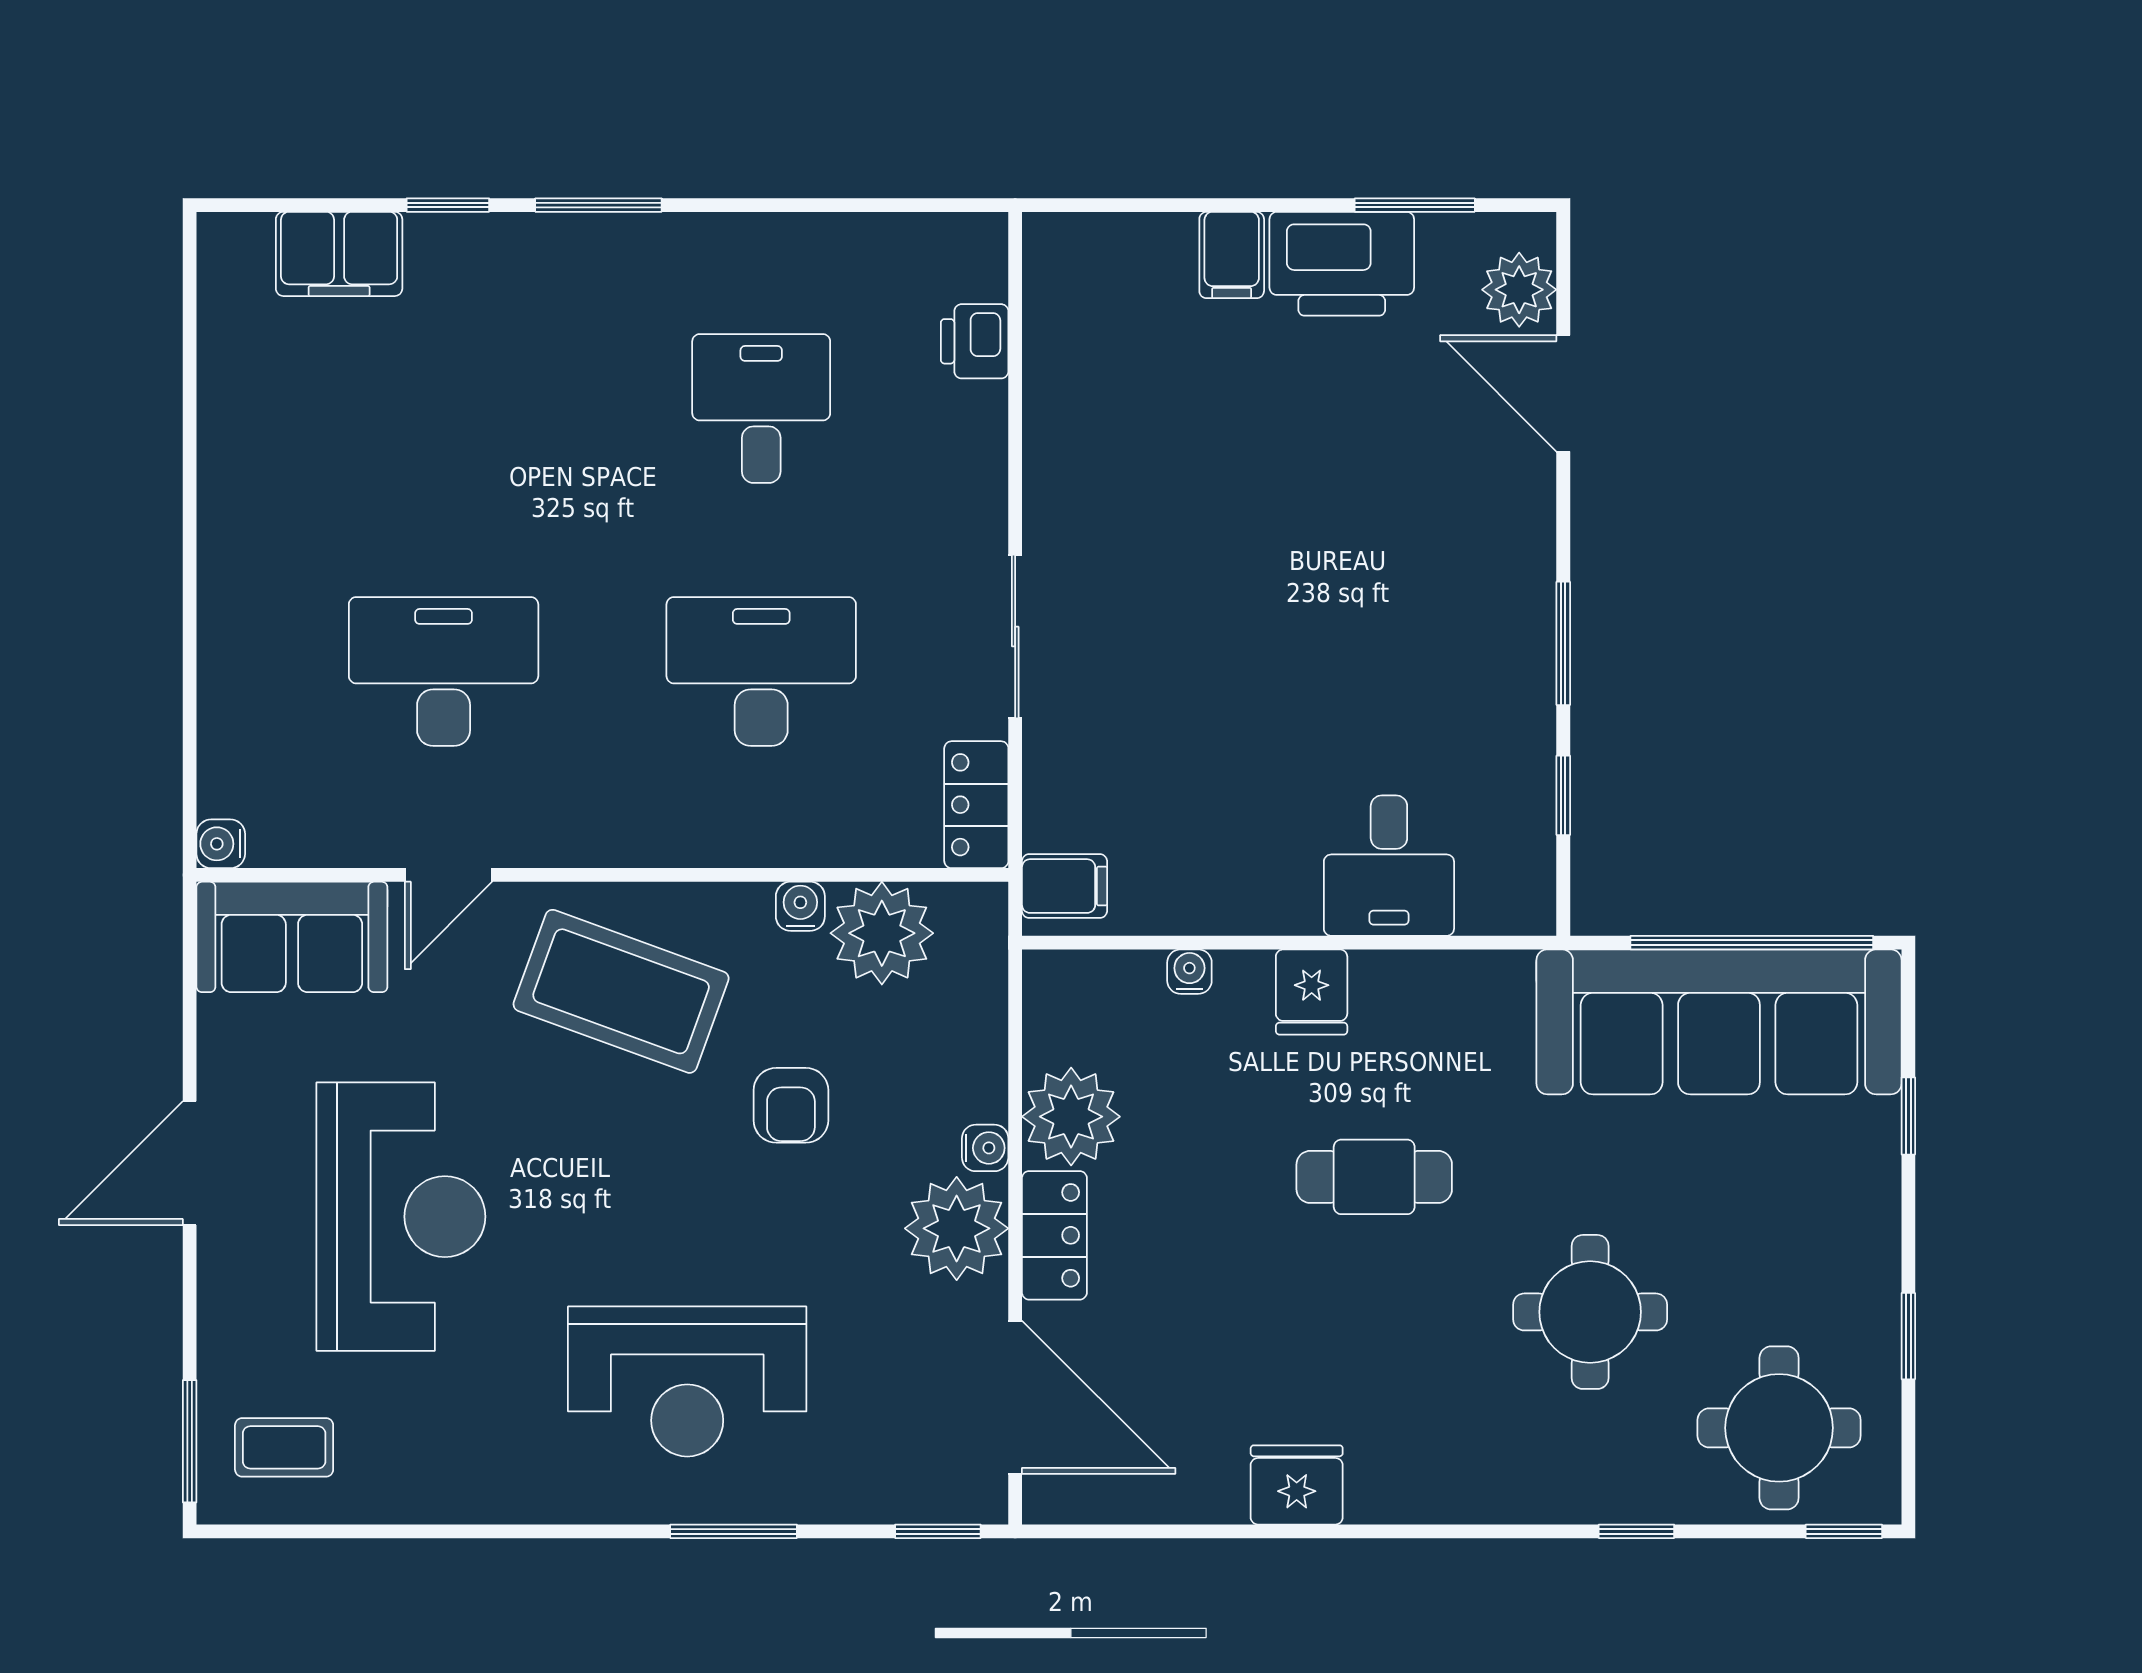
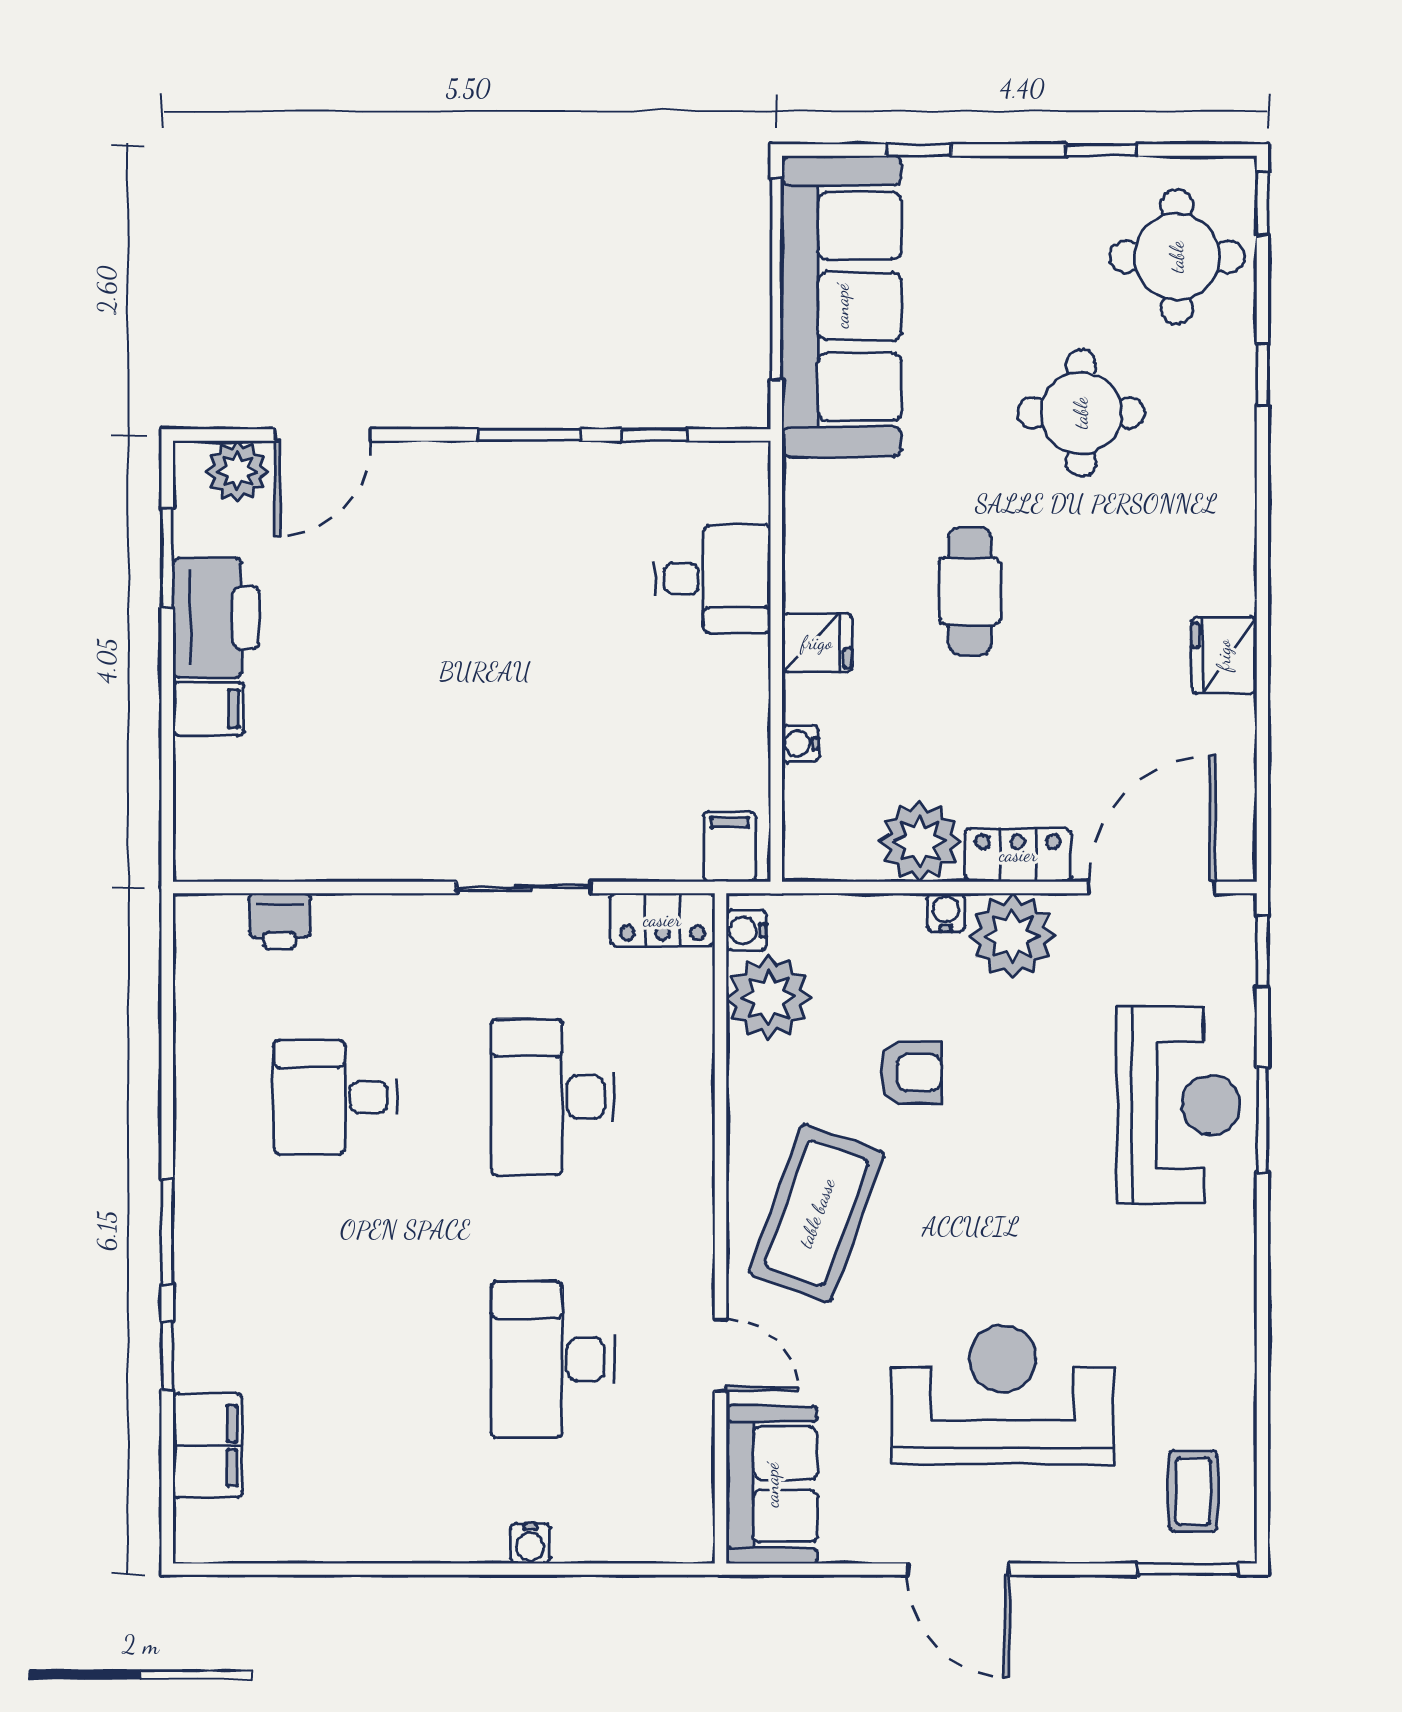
water cooler: (221, 844) -> (530, 1543), moved
water cooler: (800, 906) -> (746, 930), moved
reception desk: (687, 1381) -> (1179, 1105), moved

